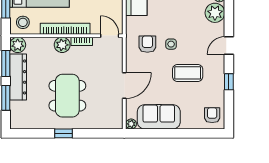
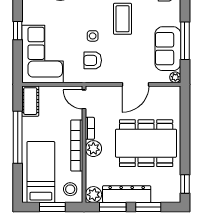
door: (110, 36) -> (84, 99), hinge flipped
door: (124, 86) -> (136, 84), swing flipped
dining table: (67, 96) -> (146, 143), width x1.36, depth x1.24
window: (64, 133) -> (185, 184), moved
window: (166, 133) -> (185, 41), added

